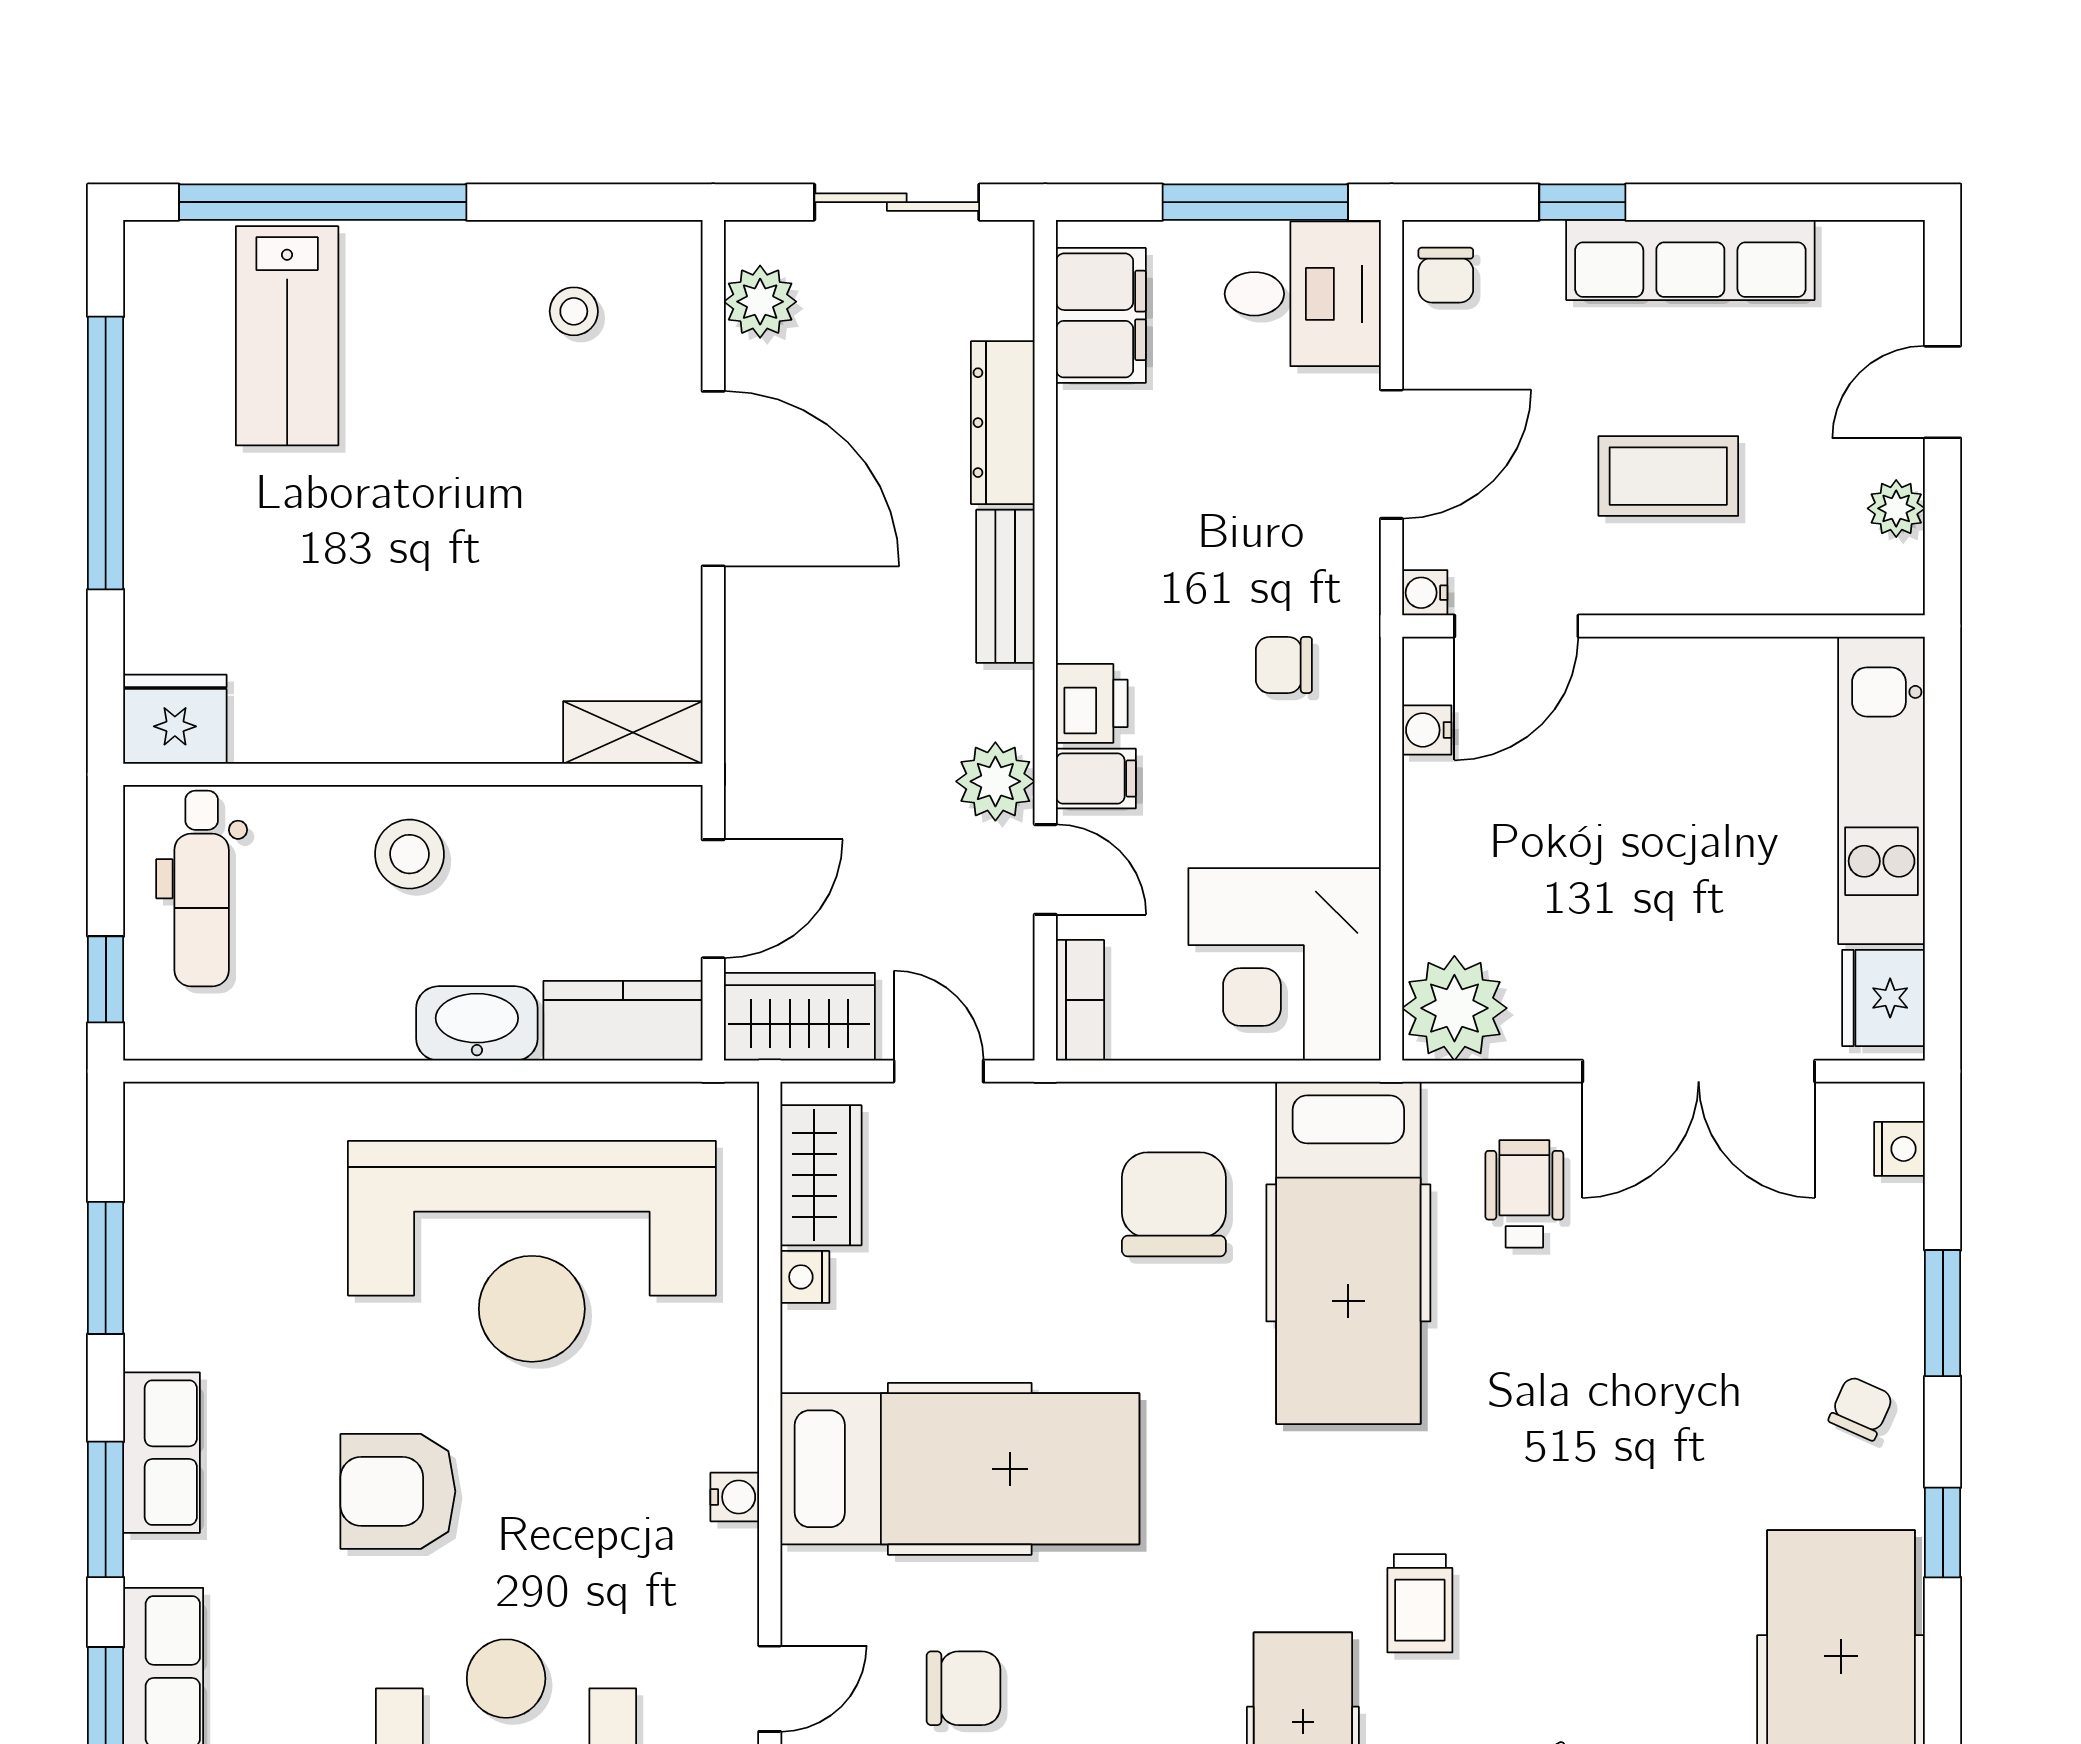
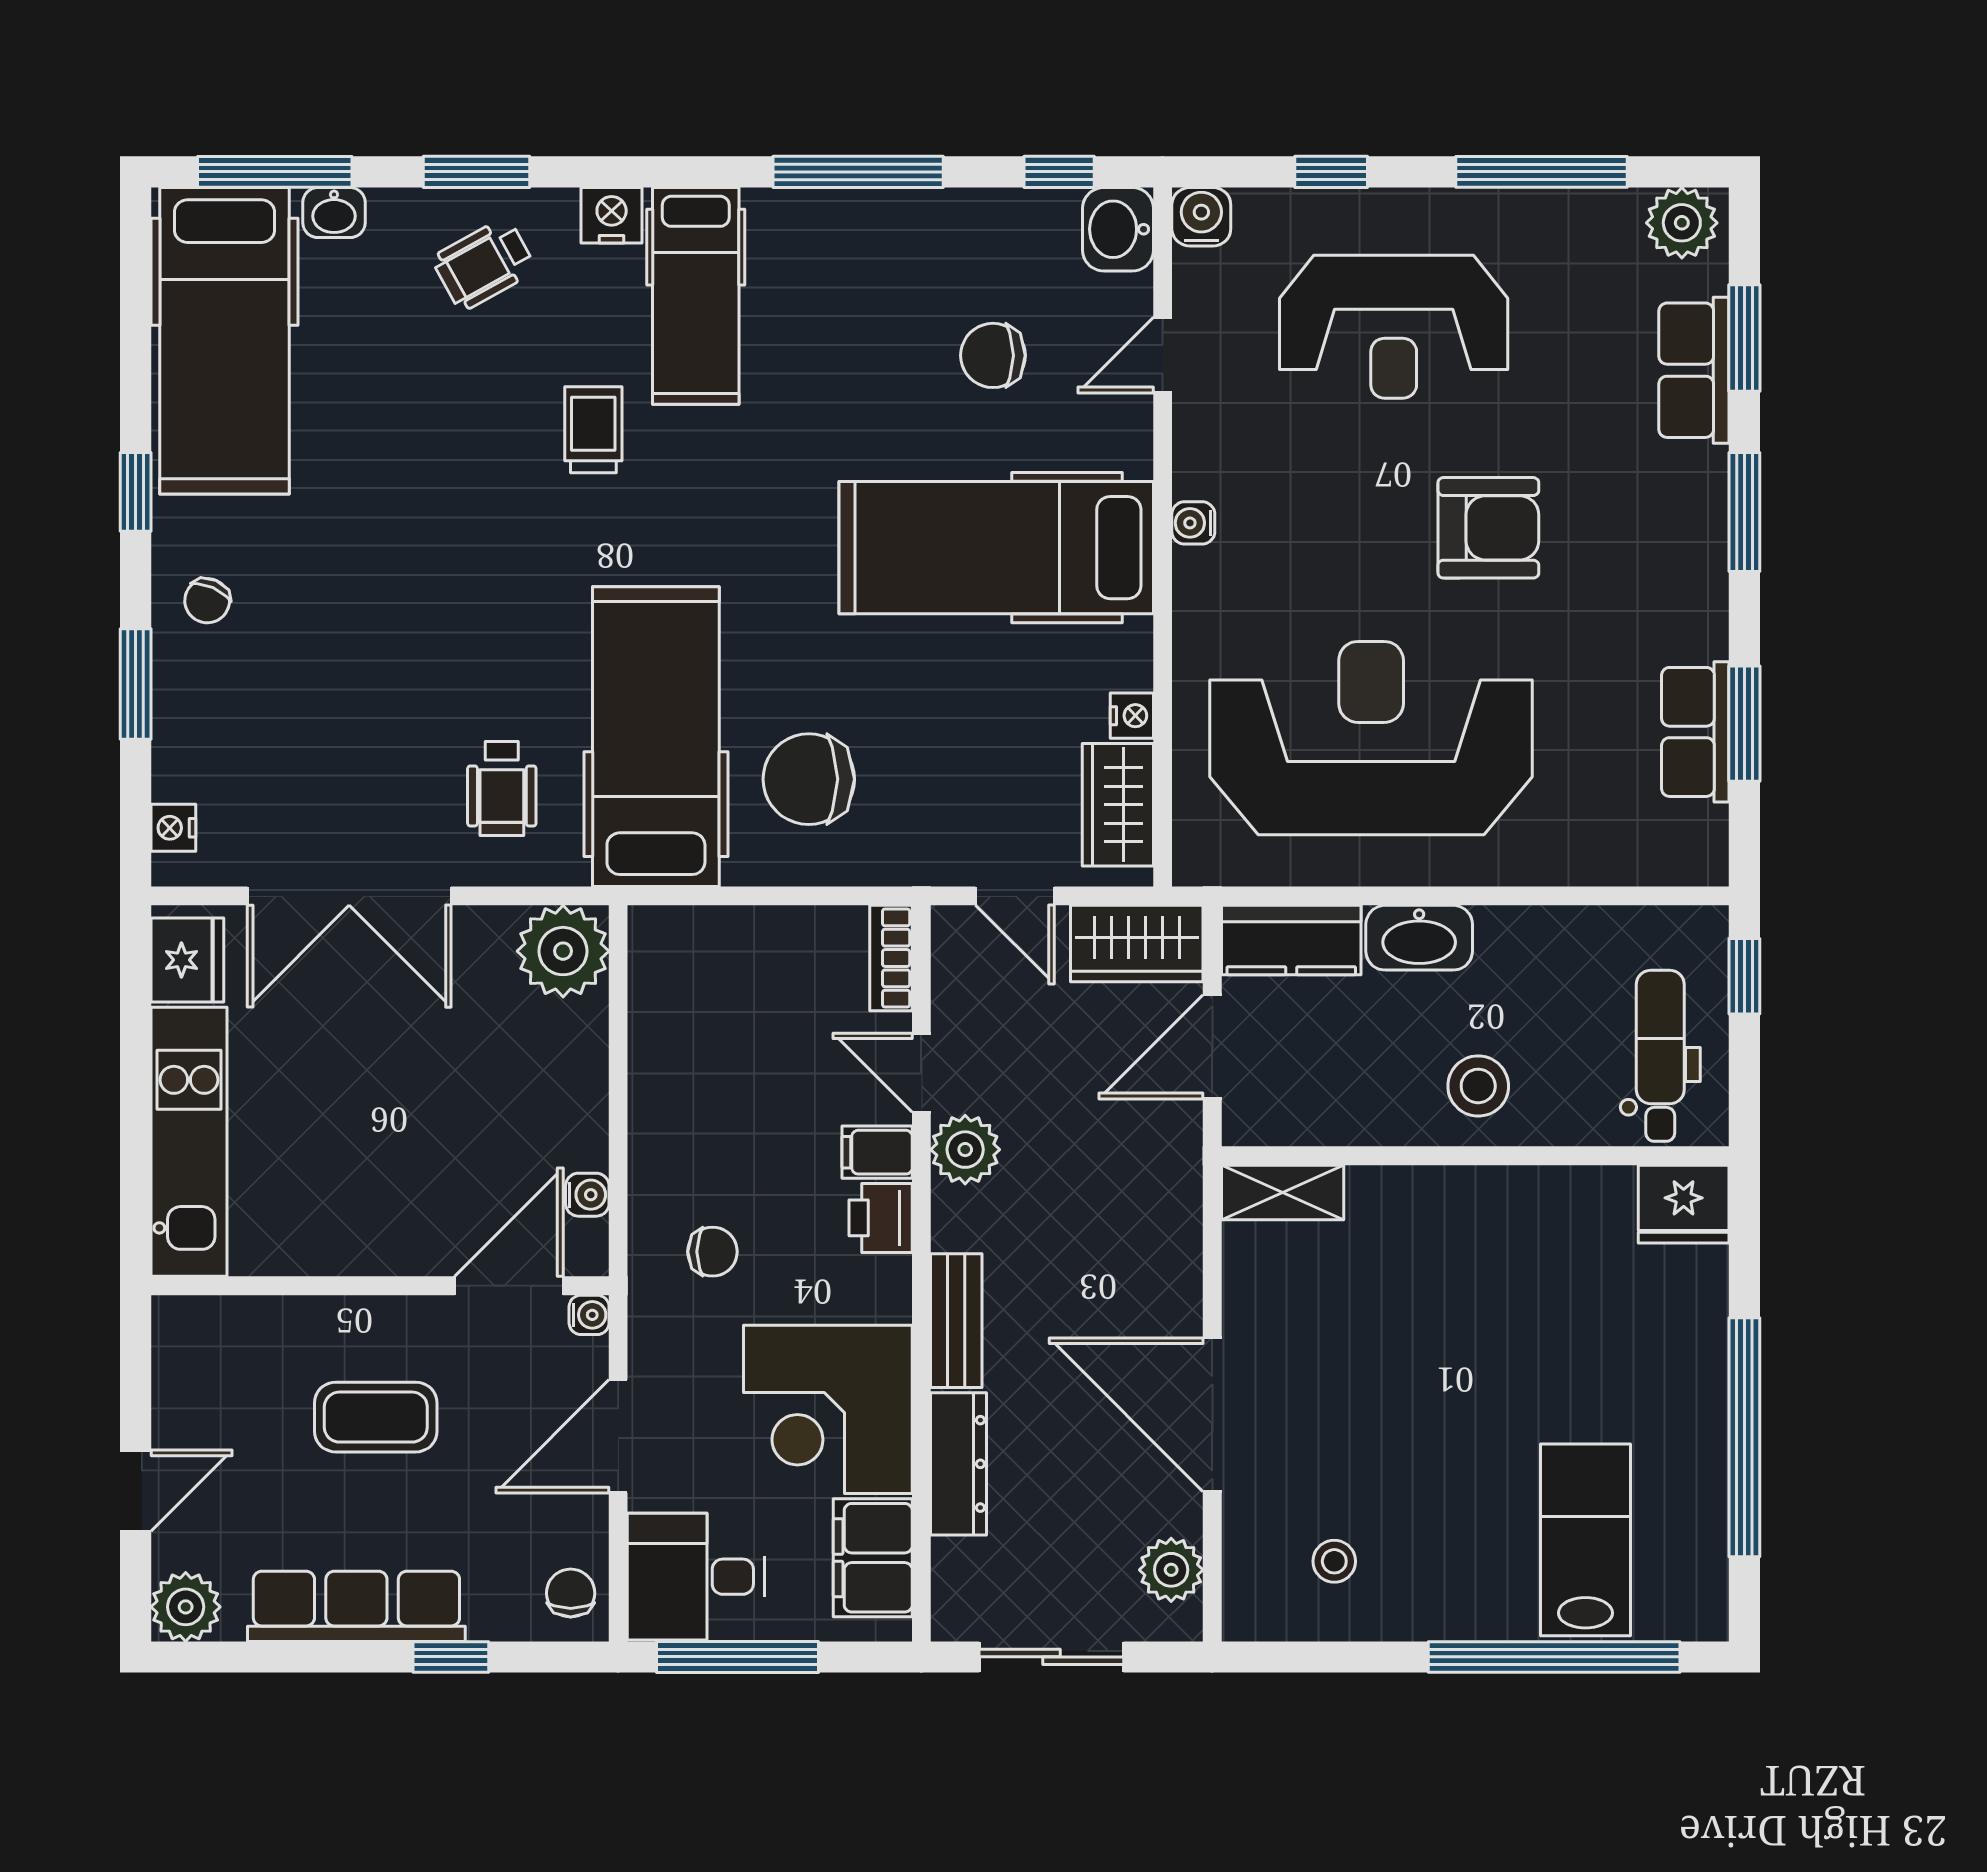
plant: (1896, 508) -> (186, 1607), moved, width x1.38, depth x1.38
corner desk: (1285, 964) -> (828, 1409), moved, turned 180
double door: (1699, 1071) -> (349, 896), swing flipped
chair: (1174, 1204) -> (809, 779), turned 90
row of seats: (162, 1453) -> (1695, 732), moved

